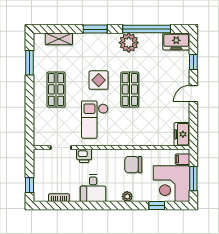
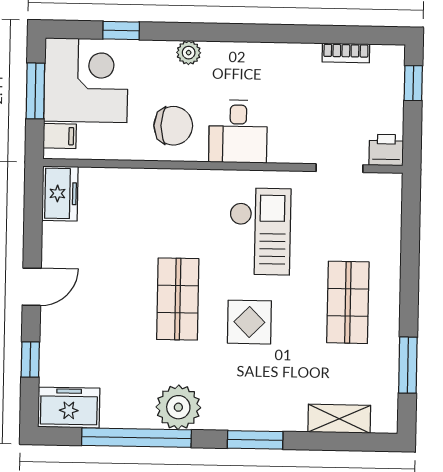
printer: (84, 156) -> (386, 150), moved
desk: (93, 188) -> (238, 131), moved, turned 180

